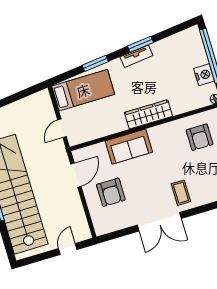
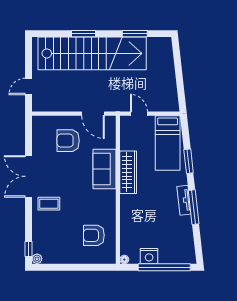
window: (141, 44) -> (194, 207), width x1.44
wardrobe: (149, 114) -> (128, 172), moved
door: (68, 249) -> (29, 86), swing flipped

